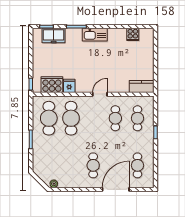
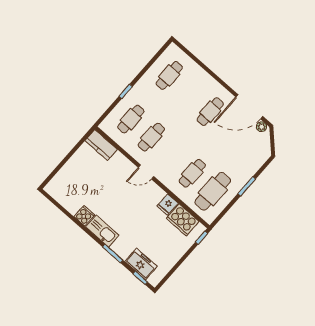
cooker: (133, 34) -> (84, 216), moved
cafe table: (71, 118) -> (192, 173), width x0.73, depth x0.74
door: (116, 189) -> (249, 107), moved

